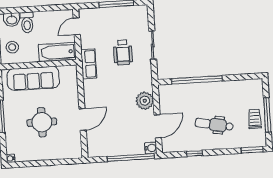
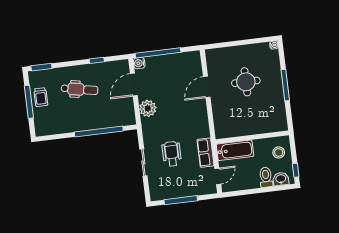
row of seats: (89, 64) -> (205, 153), moved
sofa: (33, 78) -> (257, 124), removed

